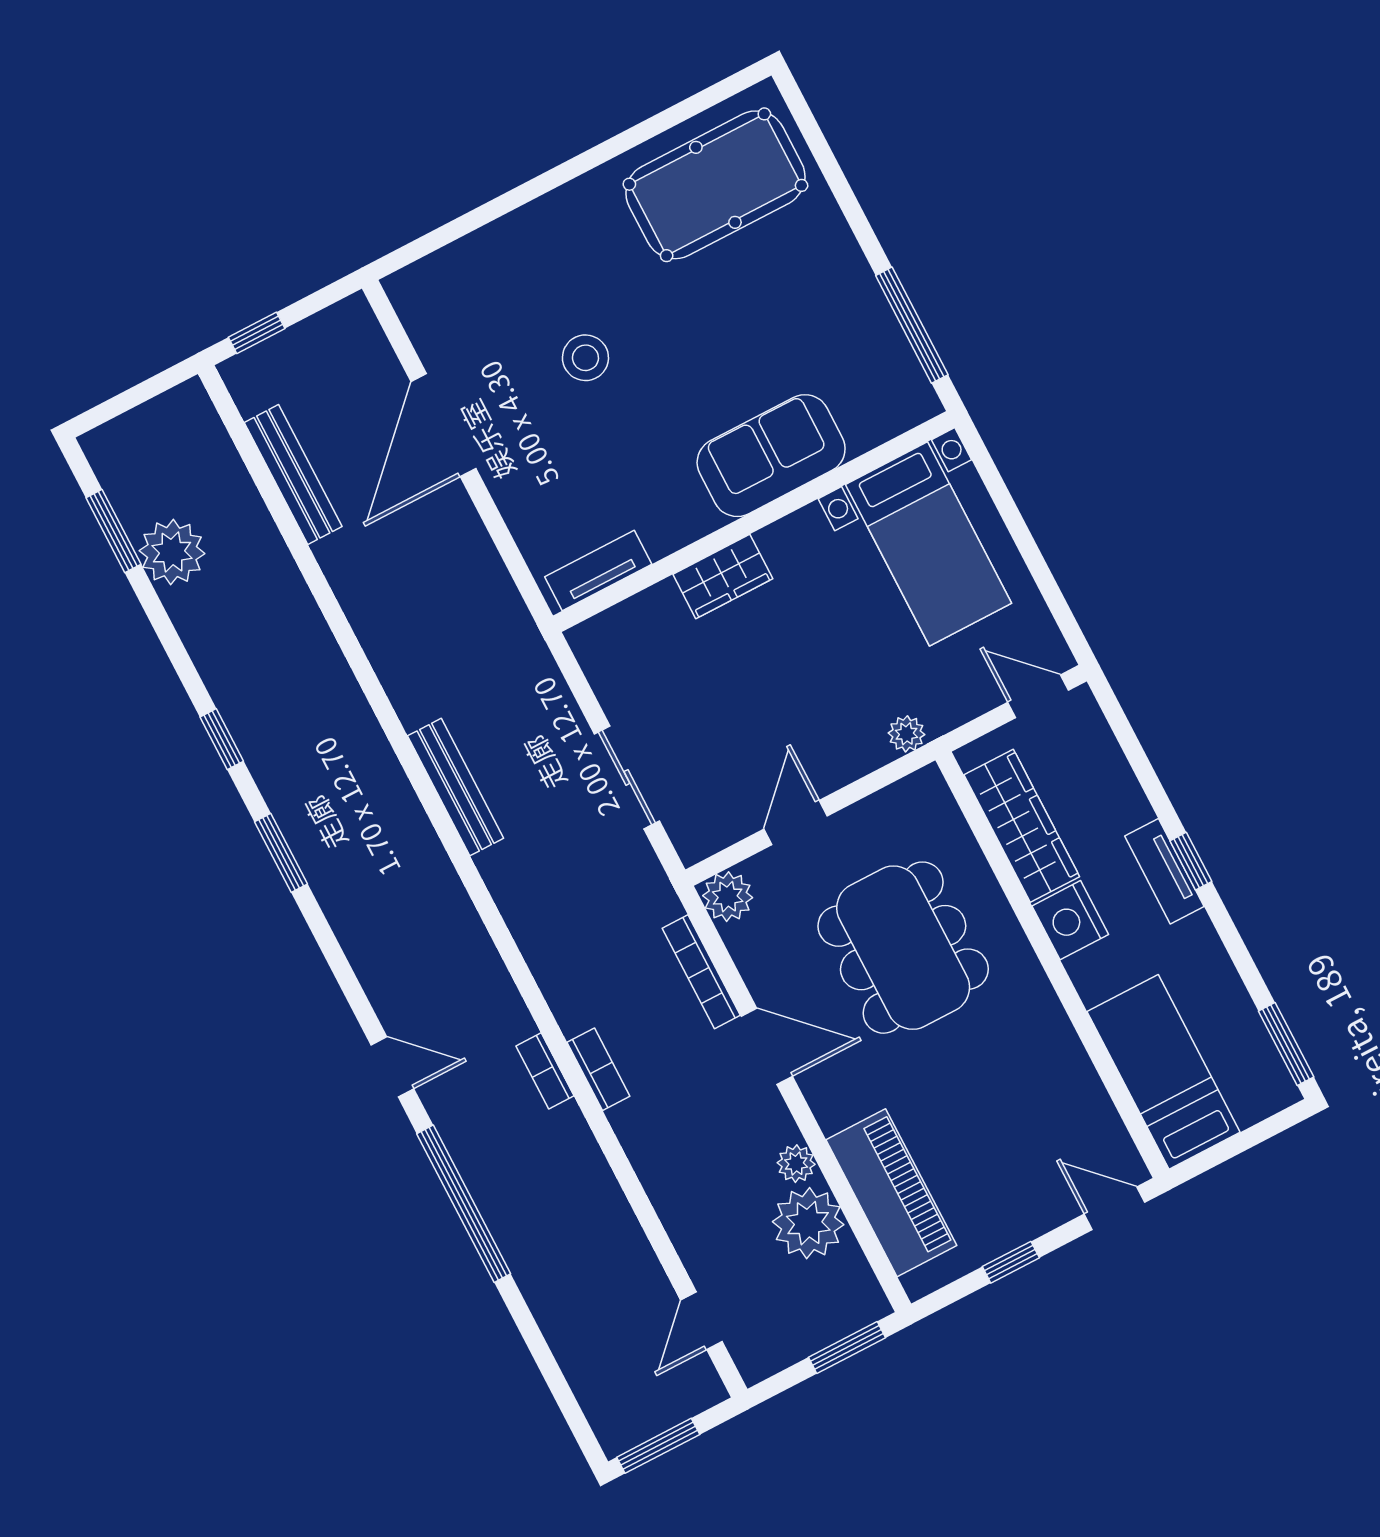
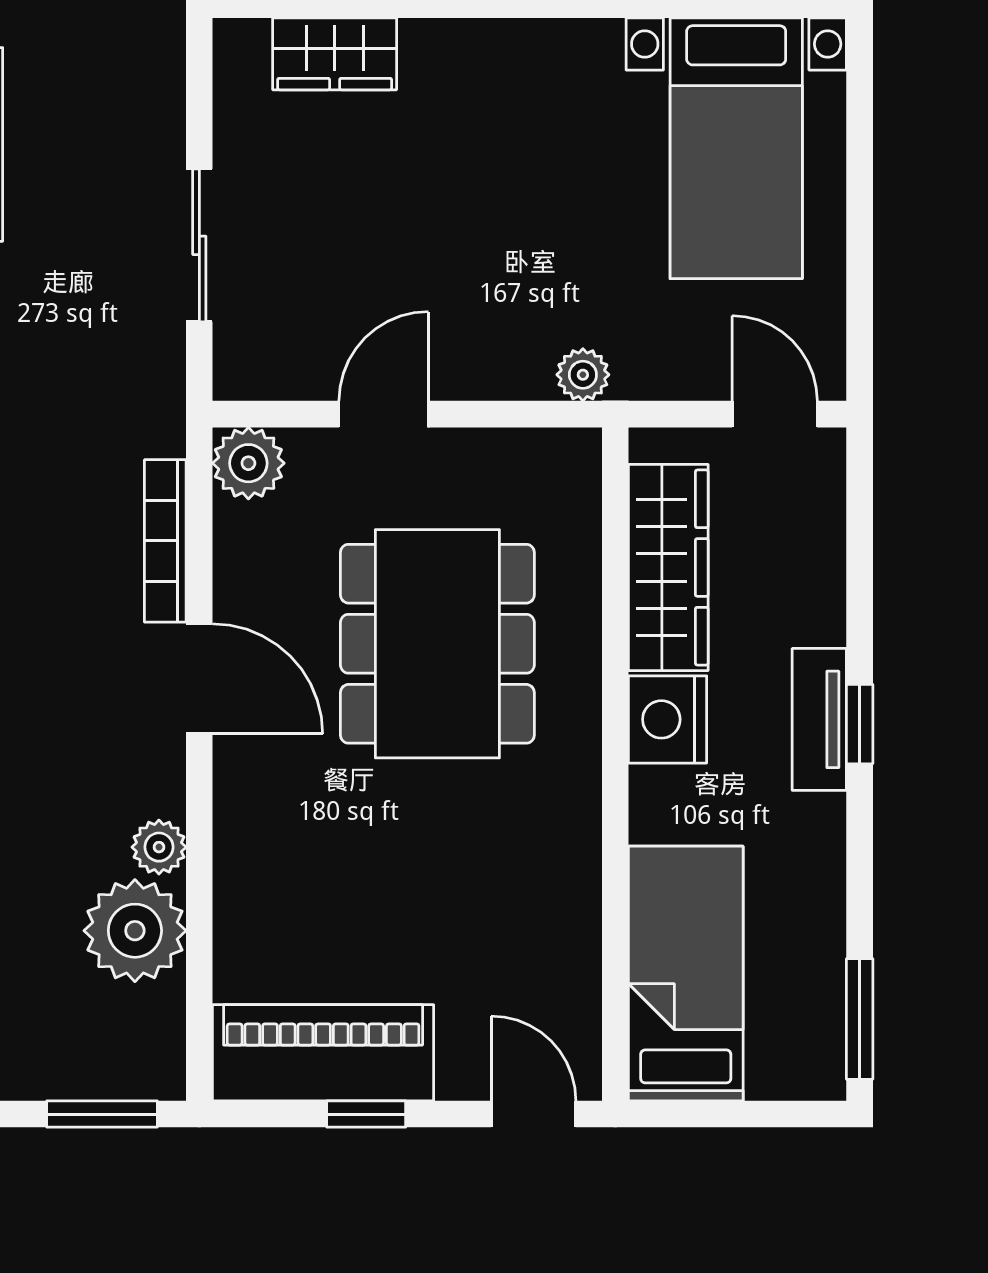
wardrobe: (723, 576) -> (335, 54), moved
piano: (891, 1193) -> (323, 1053), moved, turned -90

